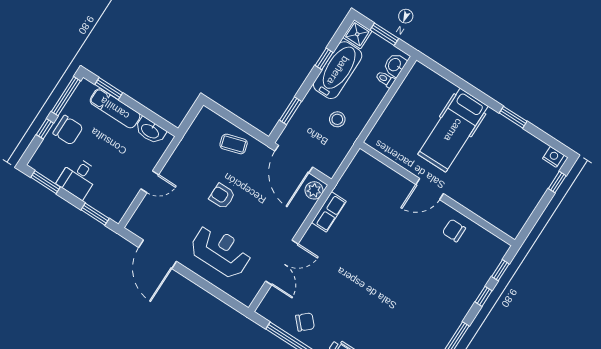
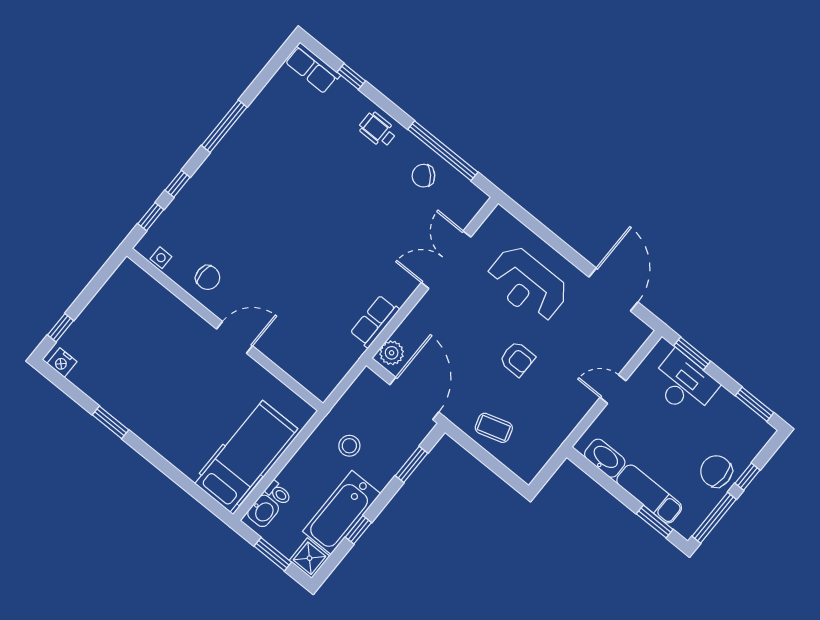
hospital bed: (453, 130) -> (246, 456), moved
desk: (78, 178) -> (684, 384), moved, width x1.37
side table: (490, 241) -> (161, 258), added

